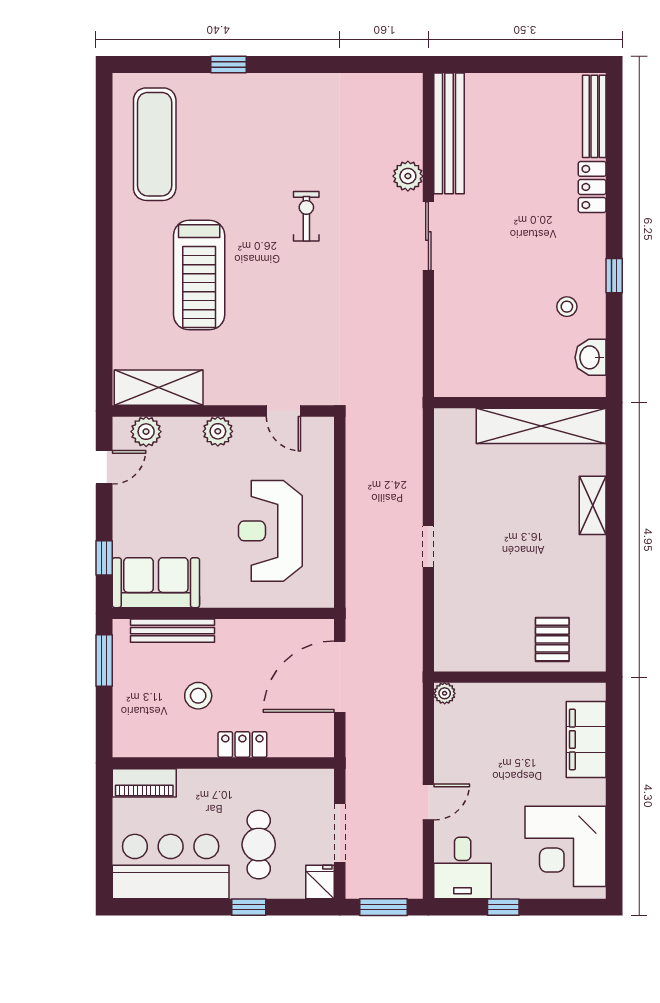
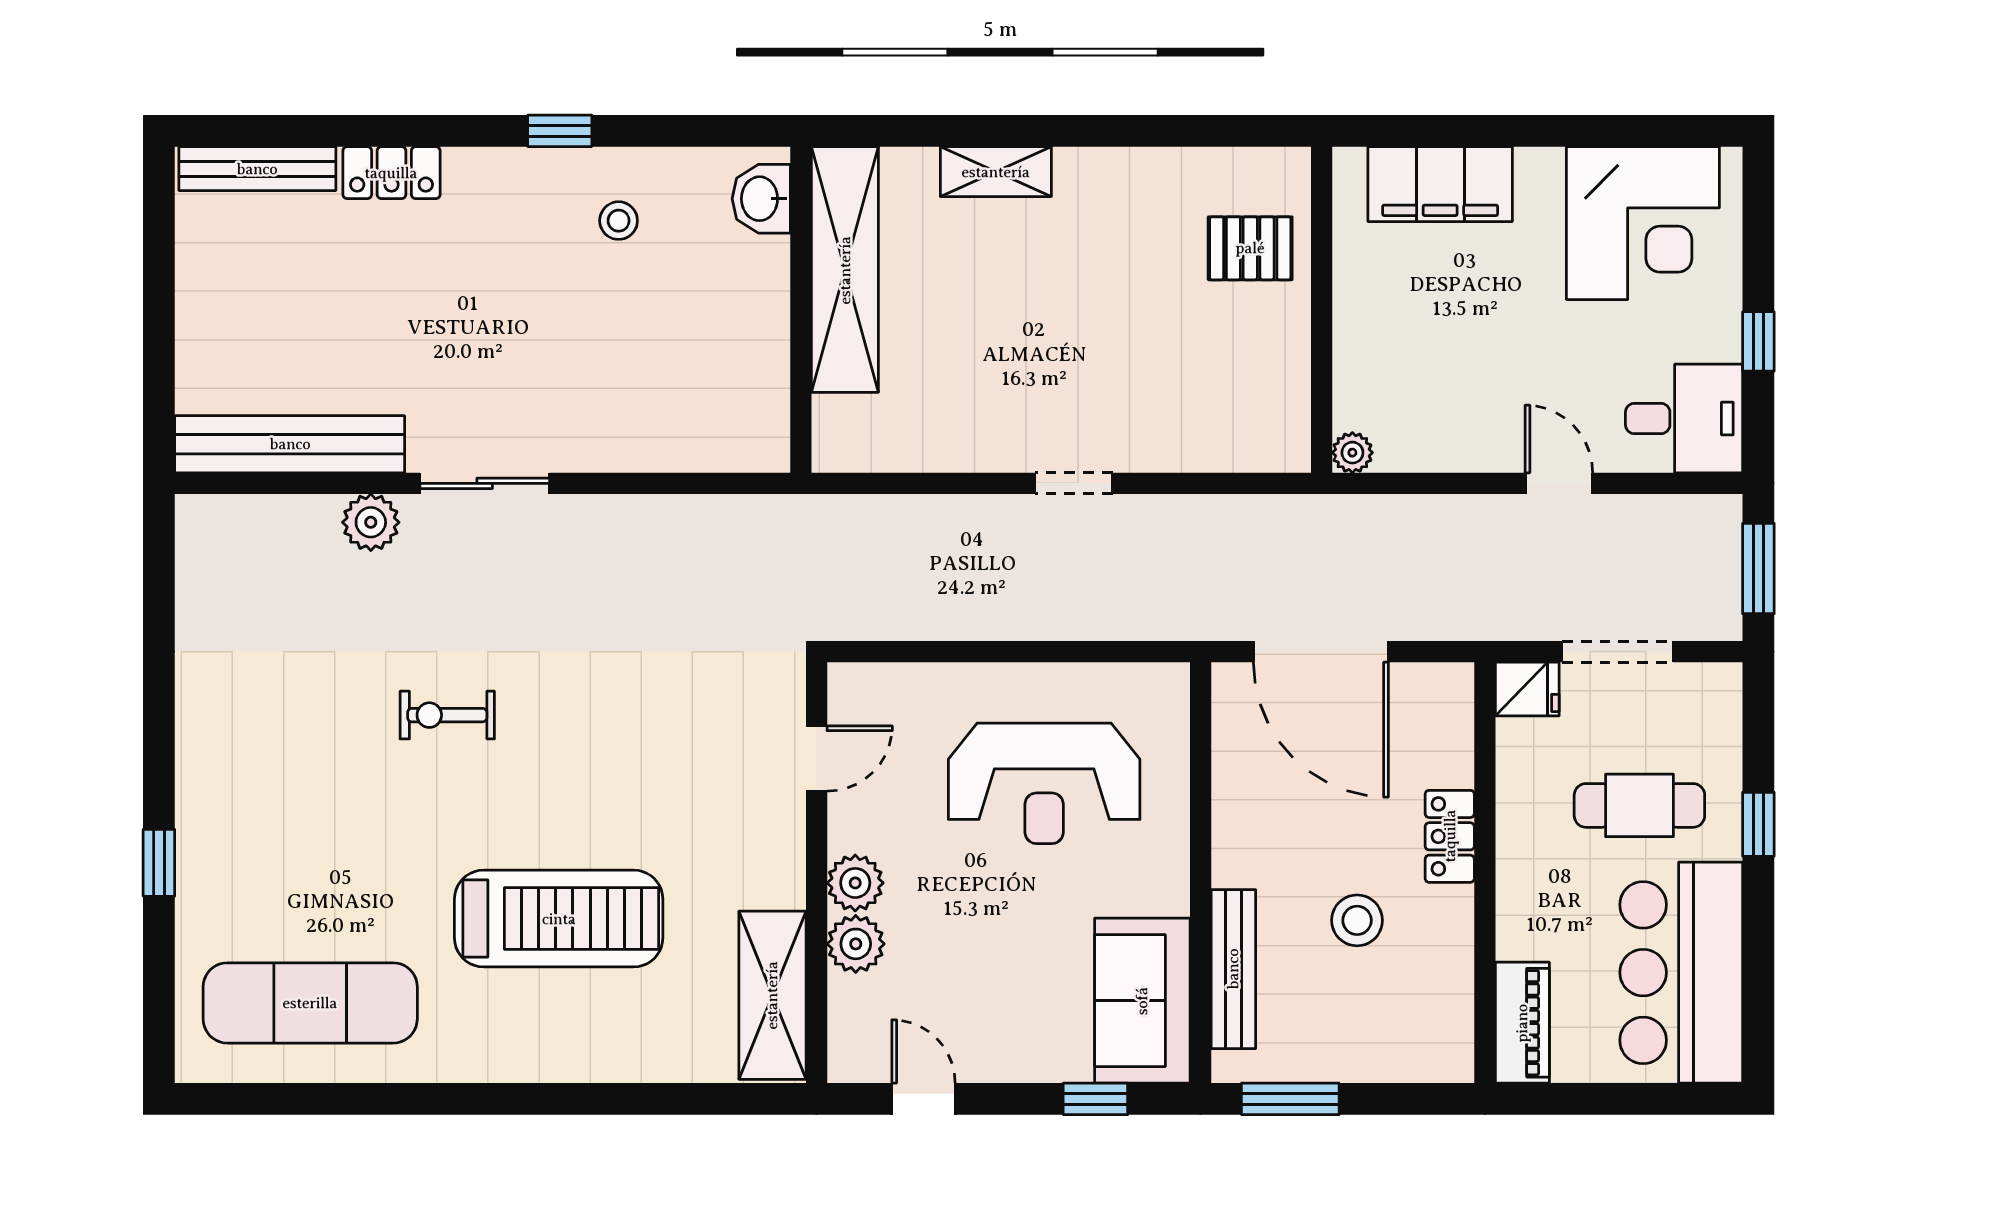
washbasin: (591, 357) -> (761, 199), moved, turned 90
plant: (146, 432) -> (856, 944), moved
fridge: (320, 882) -> (1527, 689), moved, turned 180

